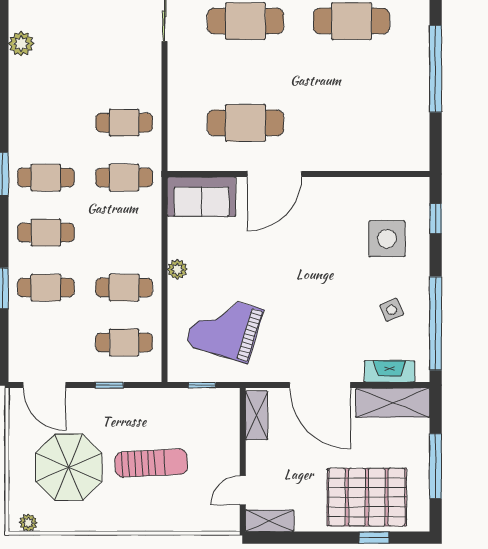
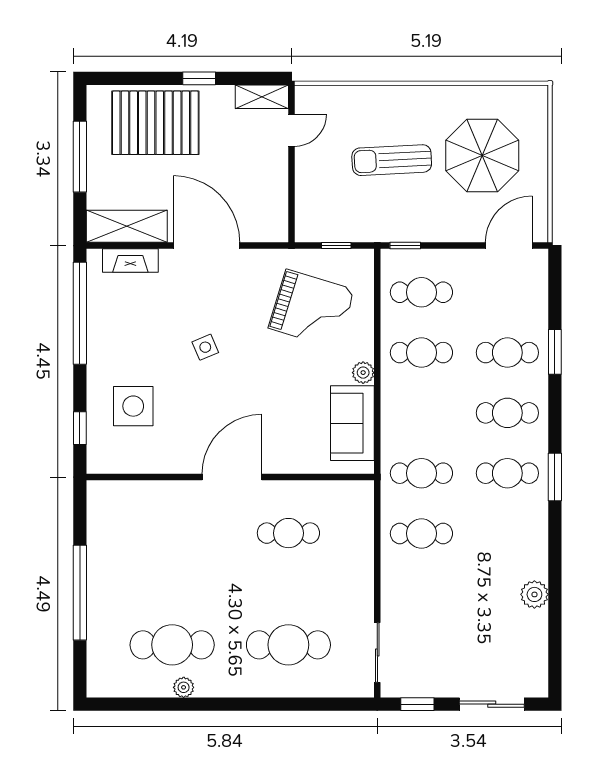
plant: (21, 44) -> (534, 594), moved
cafe table: (245, 123) -> (288, 533), width x0.73, depth x0.74
door: (274, 174) -> (232, 477), moved
sofa: (202, 197) -> (352, 423), moved, turned -90
side table: (392, 310) -> (205, 347), moved
door: (45, 385) -> (509, 246), hinge flipped
window: (109, 385) -> (405, 246), moved
shelving: (257, 415) -> (276, 212), removed
plant: (28, 523) -> (527, 95), removed
window: (374, 538) -> (199, 78), moved

